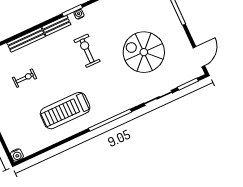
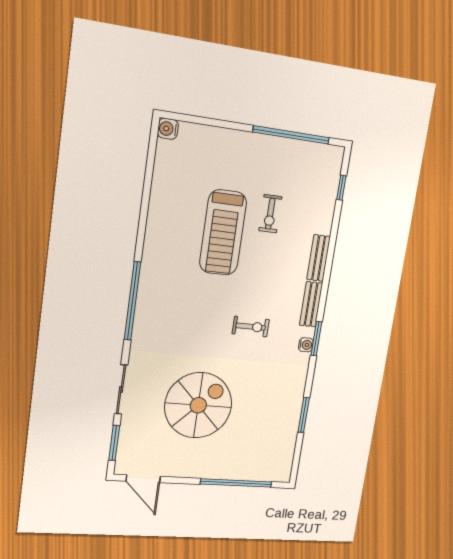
bench: (26, 40) -> (319, 258), width x0.73
exercise bike: (87, 51) -> (251, 327), width x0.73, depth x0.72
treadmill: (65, 111) -> (223, 233), moved, turned 180

